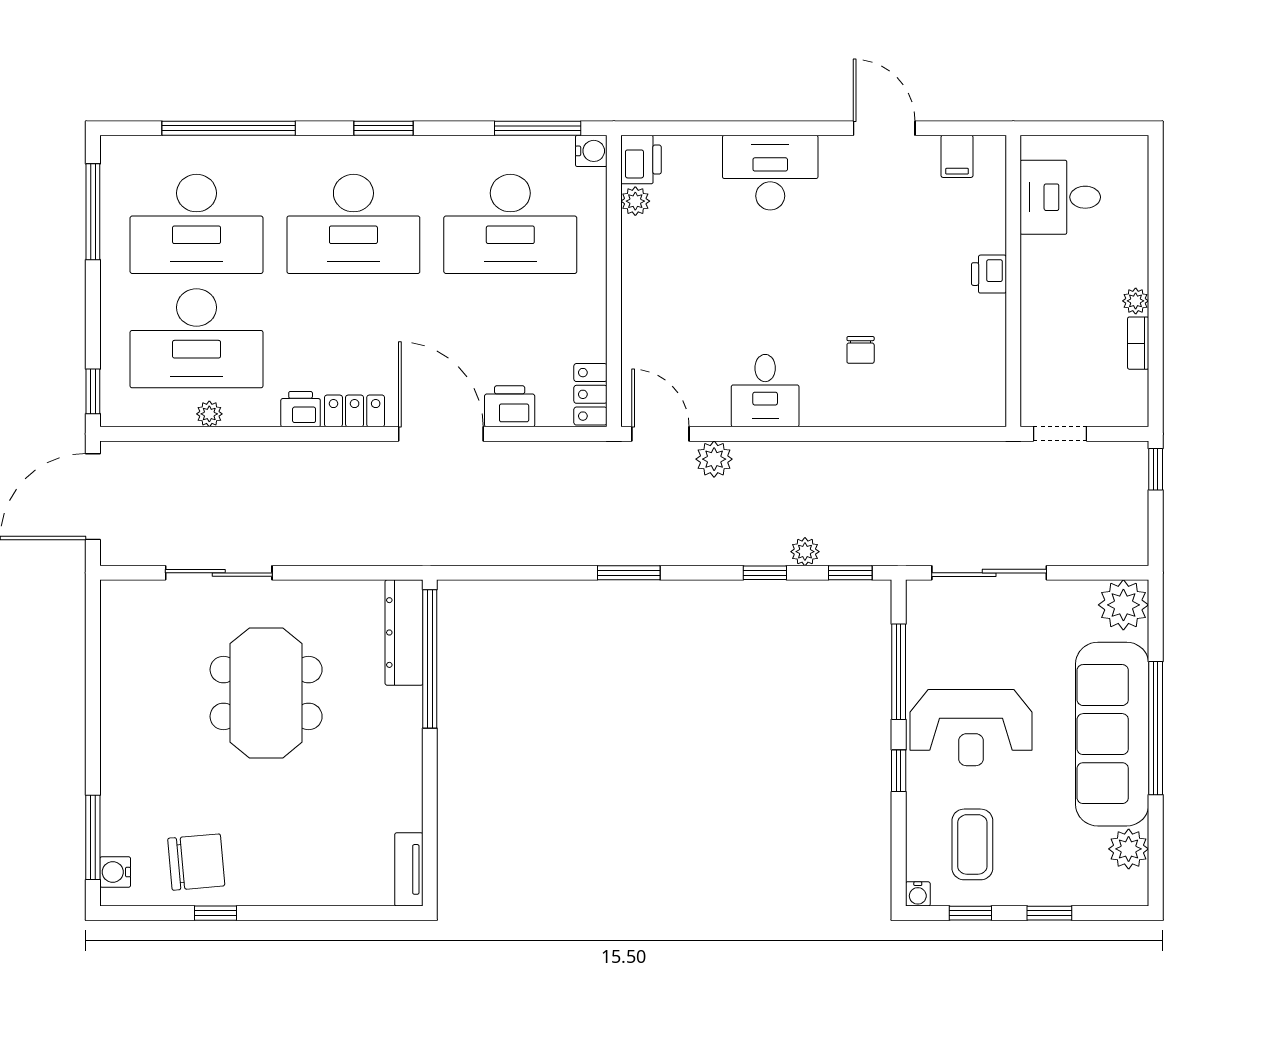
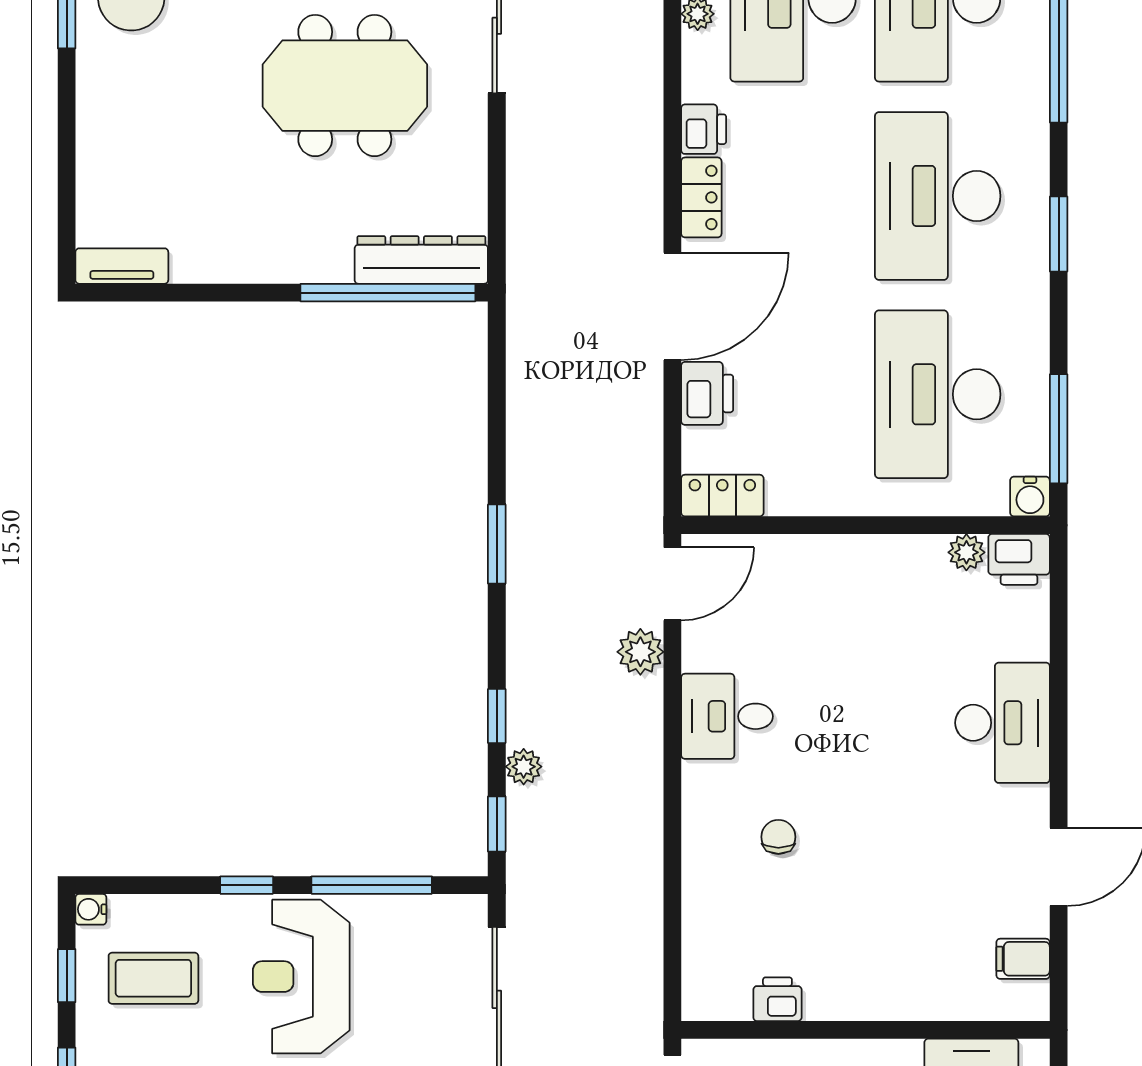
printer: (989, 274) -> (777, 999), moved
chair: (861, 350) -> (778, 837), turned 90

